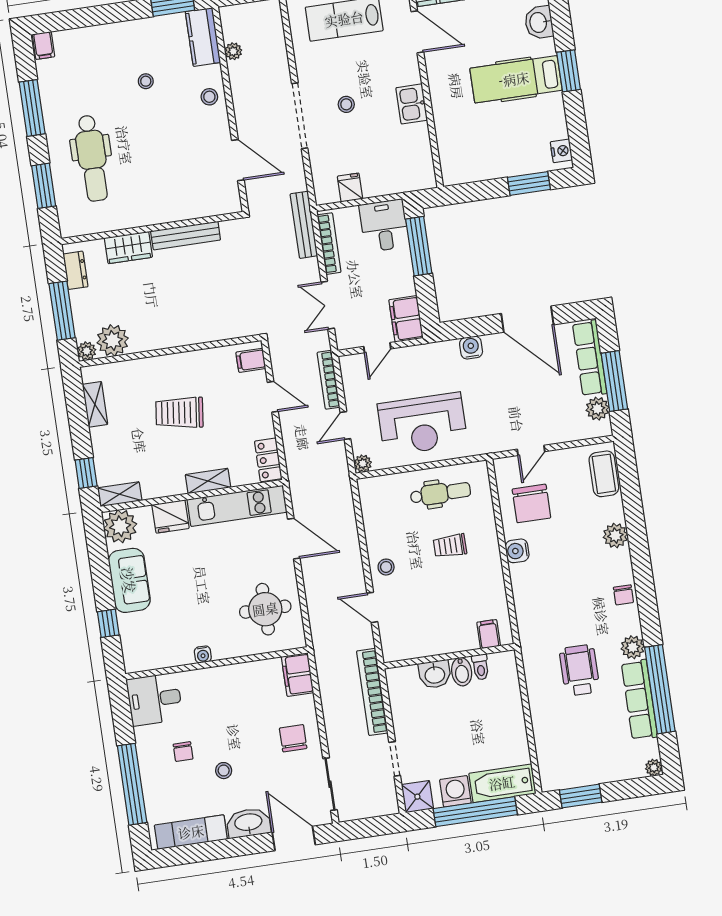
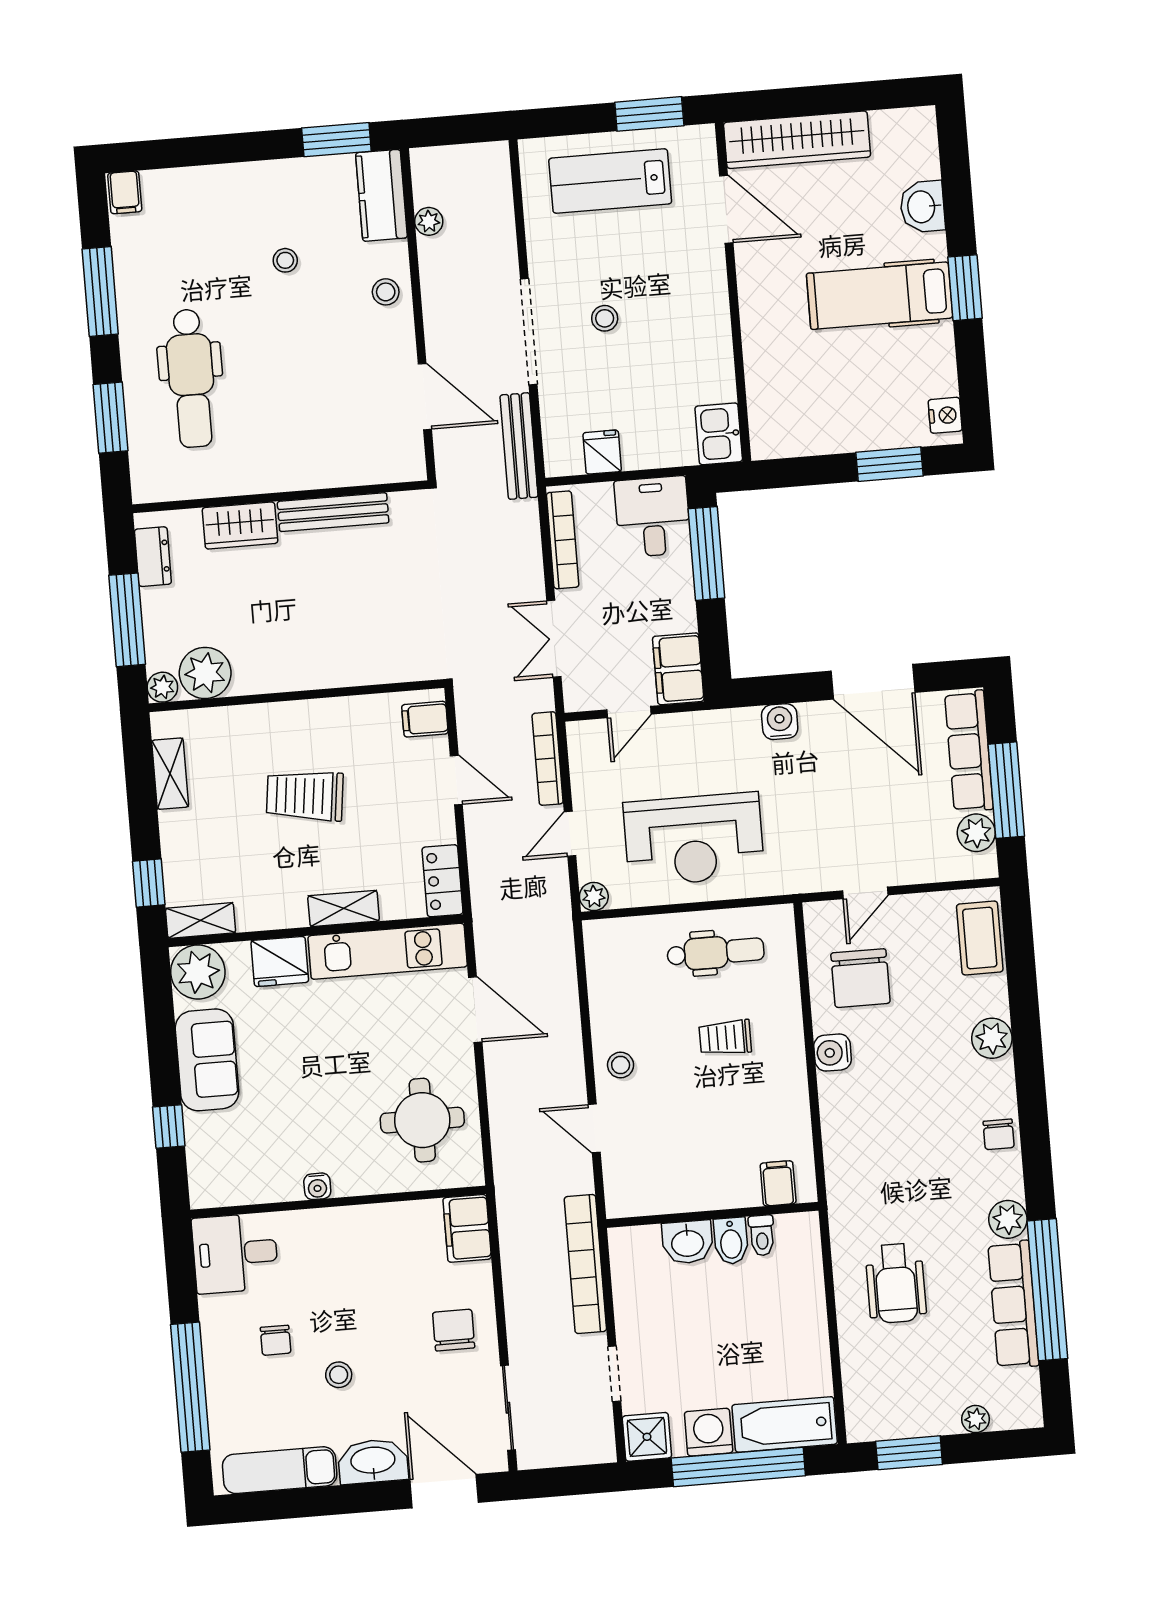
kitchen sink: (412, 104) -> (719, 434), moved
bench: (304, 225) -> (519, 446), moved
wheelchair: (579, 670) -> (896, 1283), moved, turned 180
plant: (654, 768) -> (976, 1419), moved

